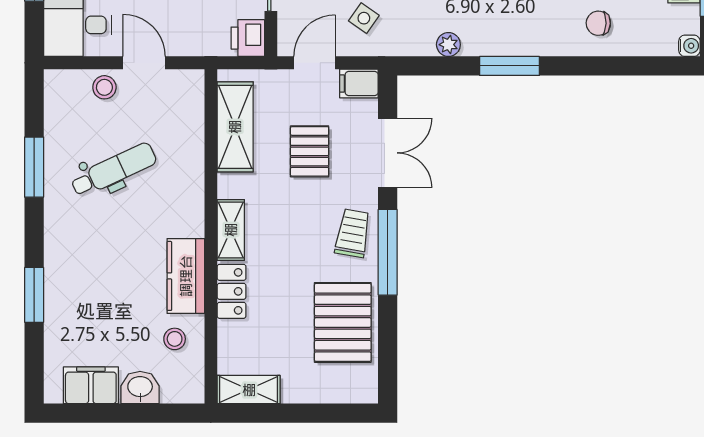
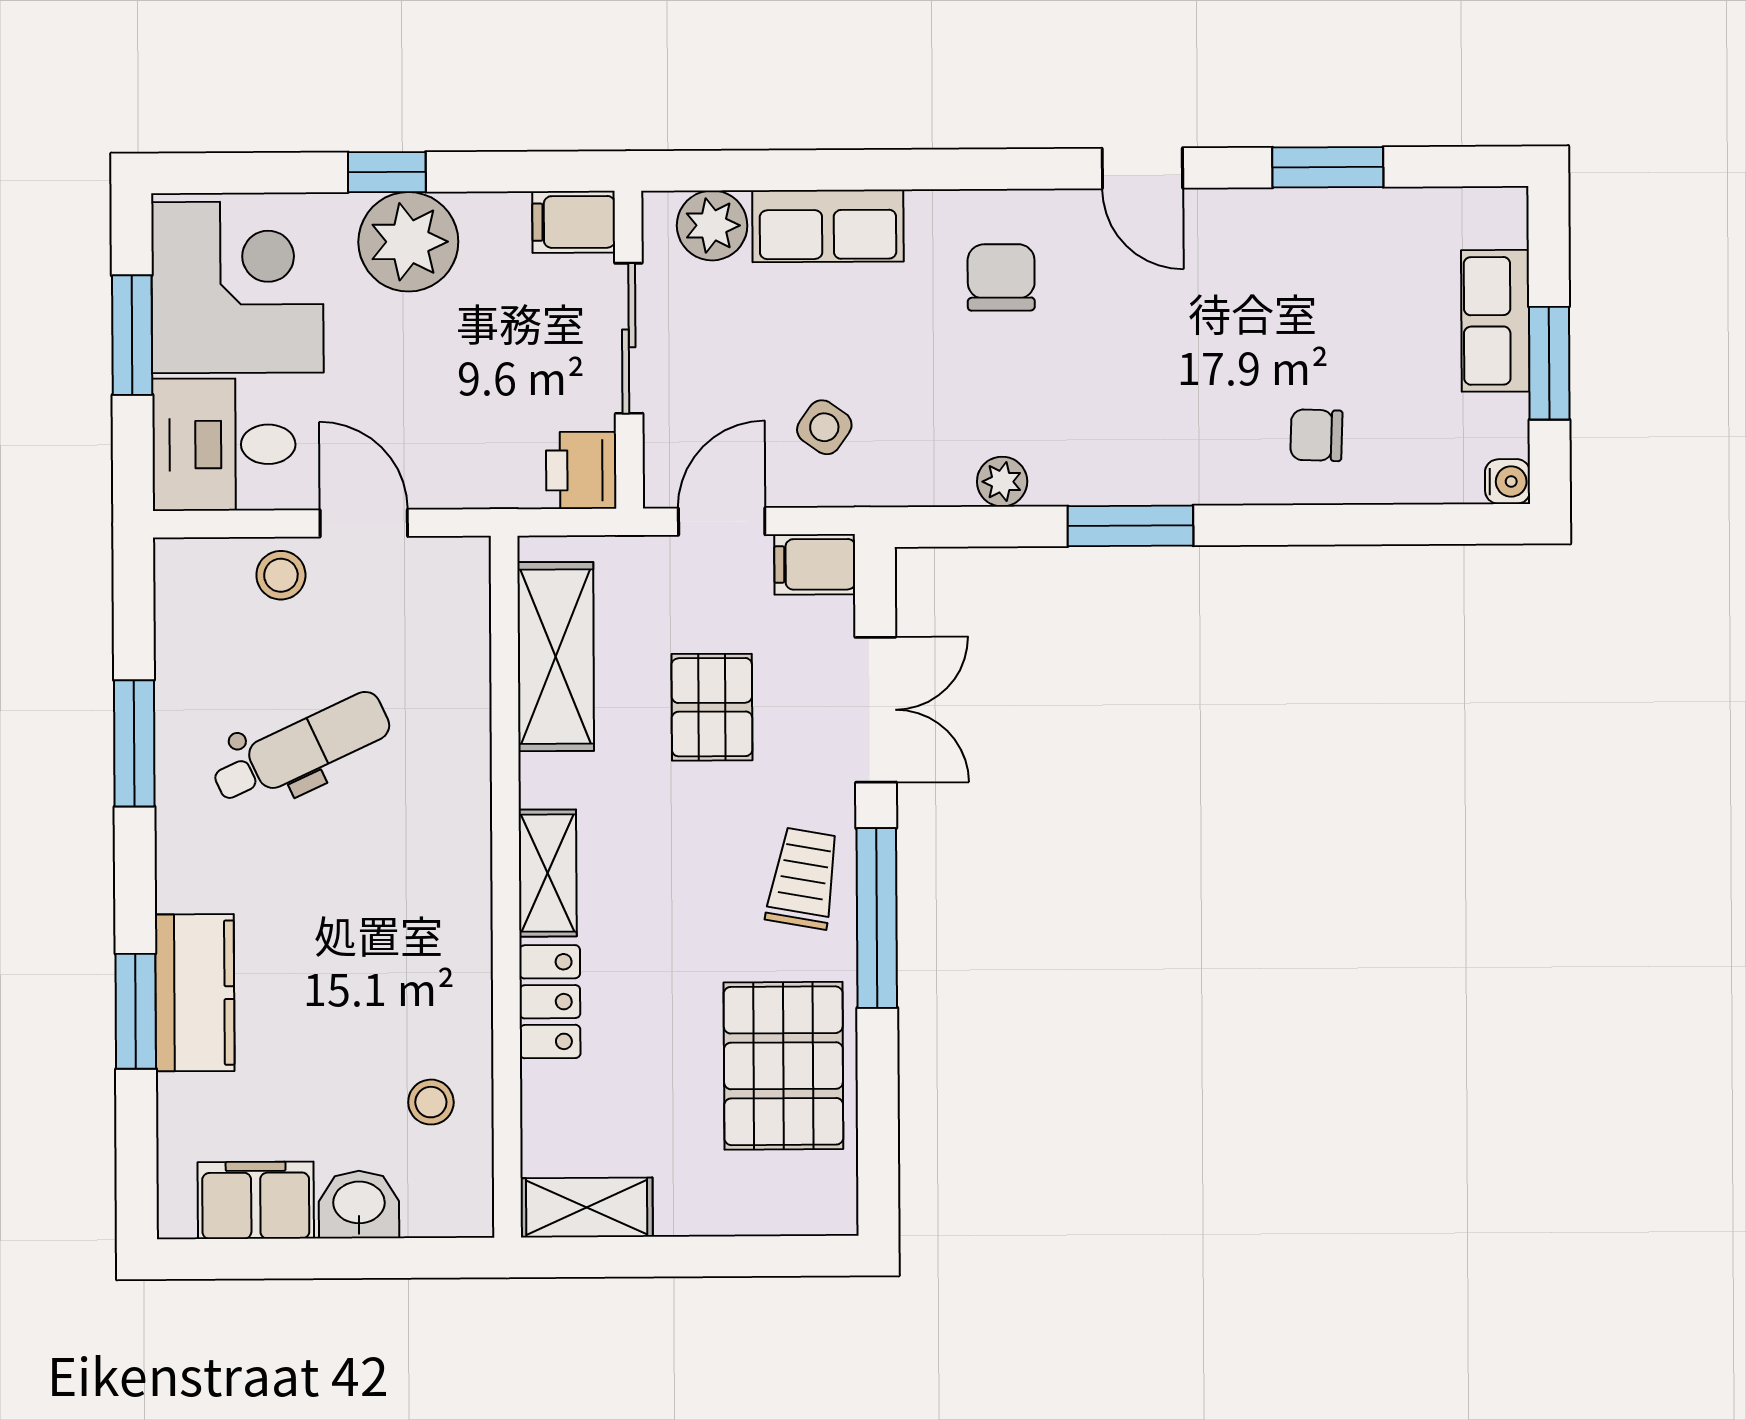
kitchen counter: (186, 276) -> (195, 993), moved, turned 180

